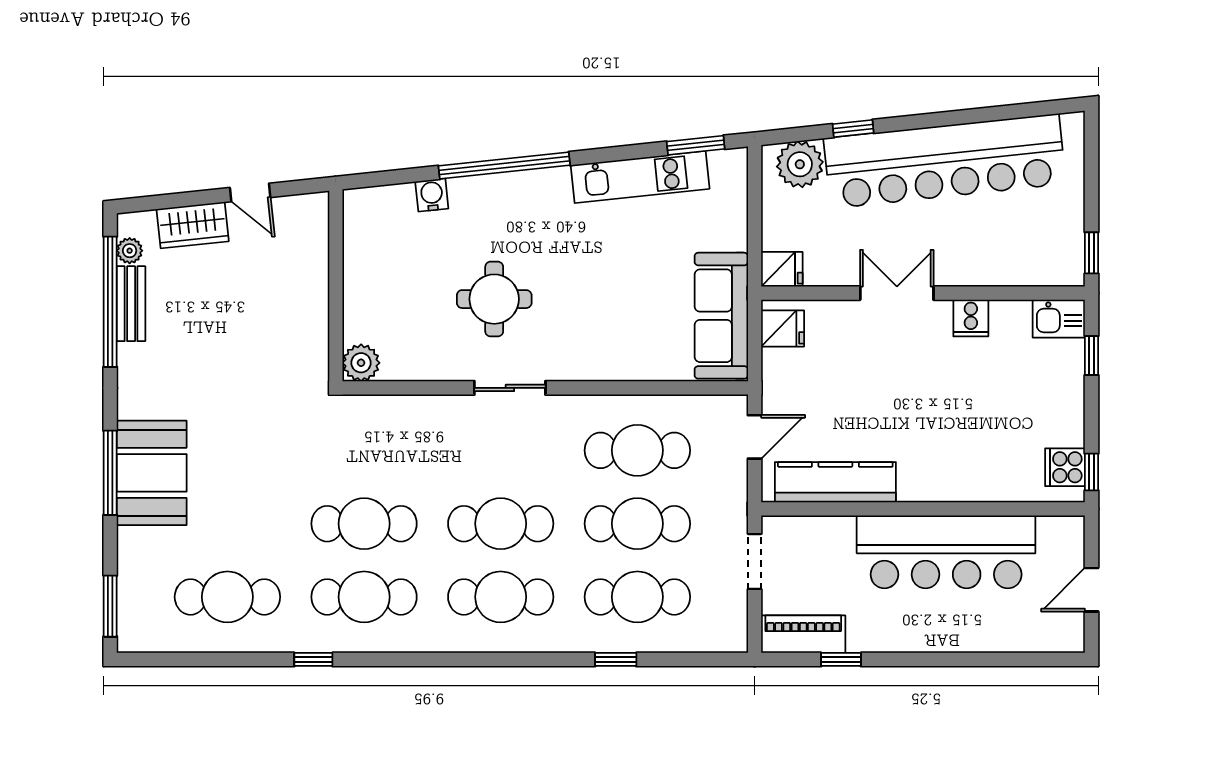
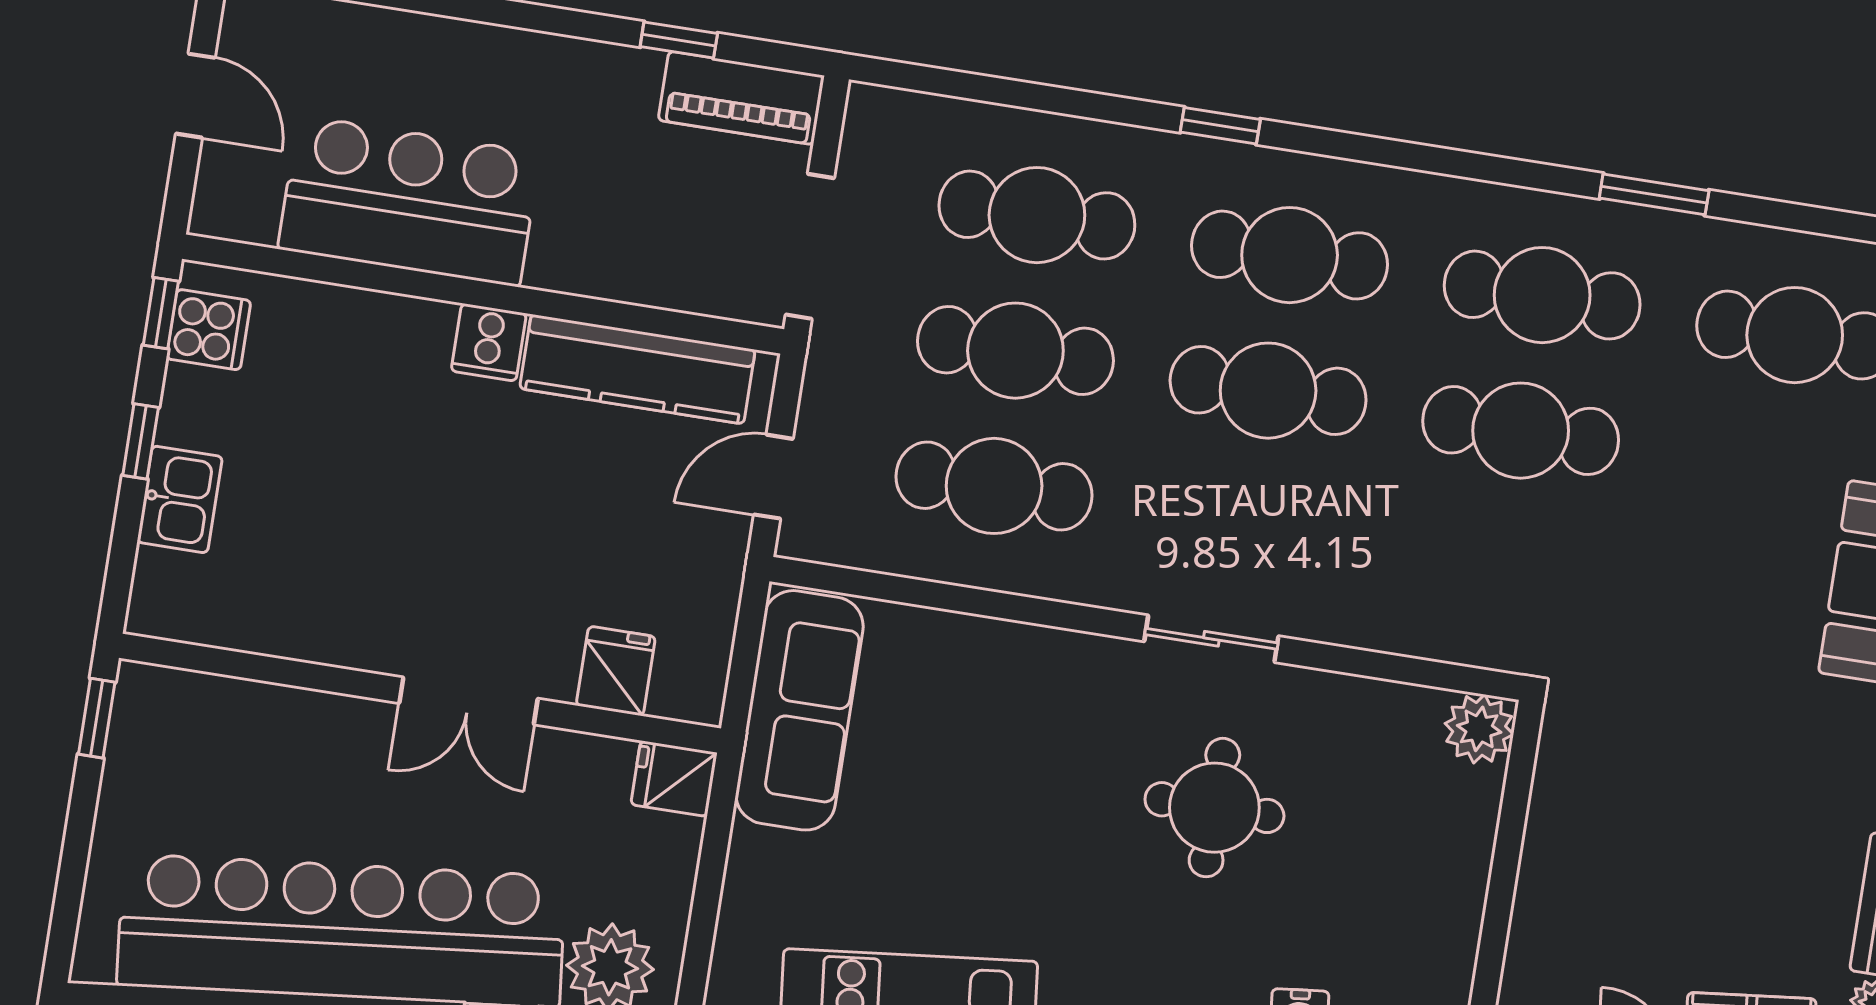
cooker: (971, 318) -> (489, 342), moved, turned 180
kitchen sink: (1059, 319) -> (180, 499), moved, turned 90
fridge: (783, 329) -> (616, 671), moved, turned 90
window: (1092, 355) -> (141, 441), moved
bar counter: (946, 552) -> (409, 201), width x0.73
doorway: (755, 561) -> (810, 246), width x1.38
door: (1092, 590) -> (195, 96), hinge flipped
window: (313, 659) -> (1654, 194), width x1.50
window: (616, 659) -> (1220, 126), moved

